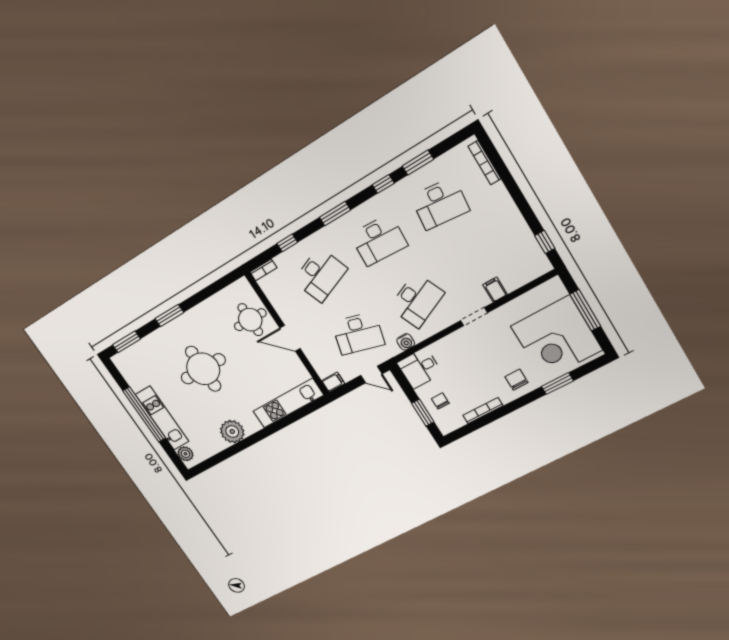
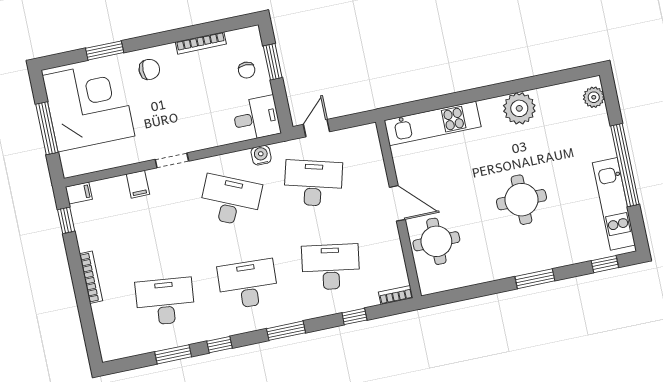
bookcase: (485, 163) -> (91, 277), moved
desk: (320, 275) -> (331, 267), turned 30
desk: (417, 300) -> (230, 200), turned 48
window: (126, 342) -> (605, 264), width x0.67
round table: (203, 369) -> (522, 200), width x0.73, depth x0.73
door: (371, 375) -> (317, 128), hinge flipped
chair: (516, 380) -> (149, 69), turned -90
filing cabinet: (333, 382) -> (79, 193), moved, turned 180
kitchen unit: (162, 418) -> (614, 204), moved

